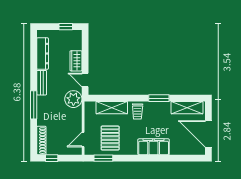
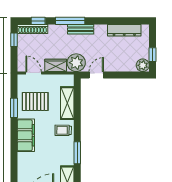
plant: (76, 36) -> (143, 65), added
wardrobe: (76, 61) -> (56, 65), moved
bench: (42, 83) -> (81, 29), moved
window: (34, 135) -> (38, 21), added
filing cabinet: (154, 147) -> (26, 135), moved
window: (103, 158) -> (14, 108), moved

